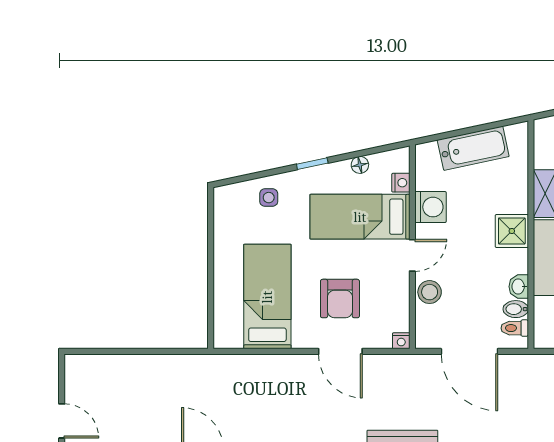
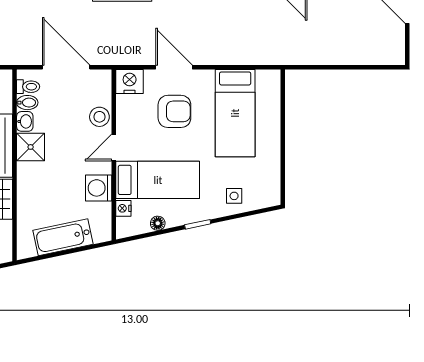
shower: (512, 231) -> (31, 147), moved
armchair: (340, 299) -> (174, 111), turned 90
nightstand: (401, 341) -> (130, 81), width x1.89, depth x1.79

